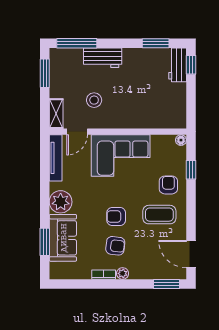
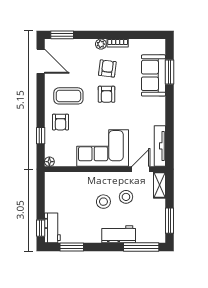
stool: (120, 95) -> (103, 202), added
plant: (61, 202) -> (156, 107), removed
armchair: (116, 217) -> (107, 94), turned 90
armchair: (115, 246) -> (107, 68), turned 90

